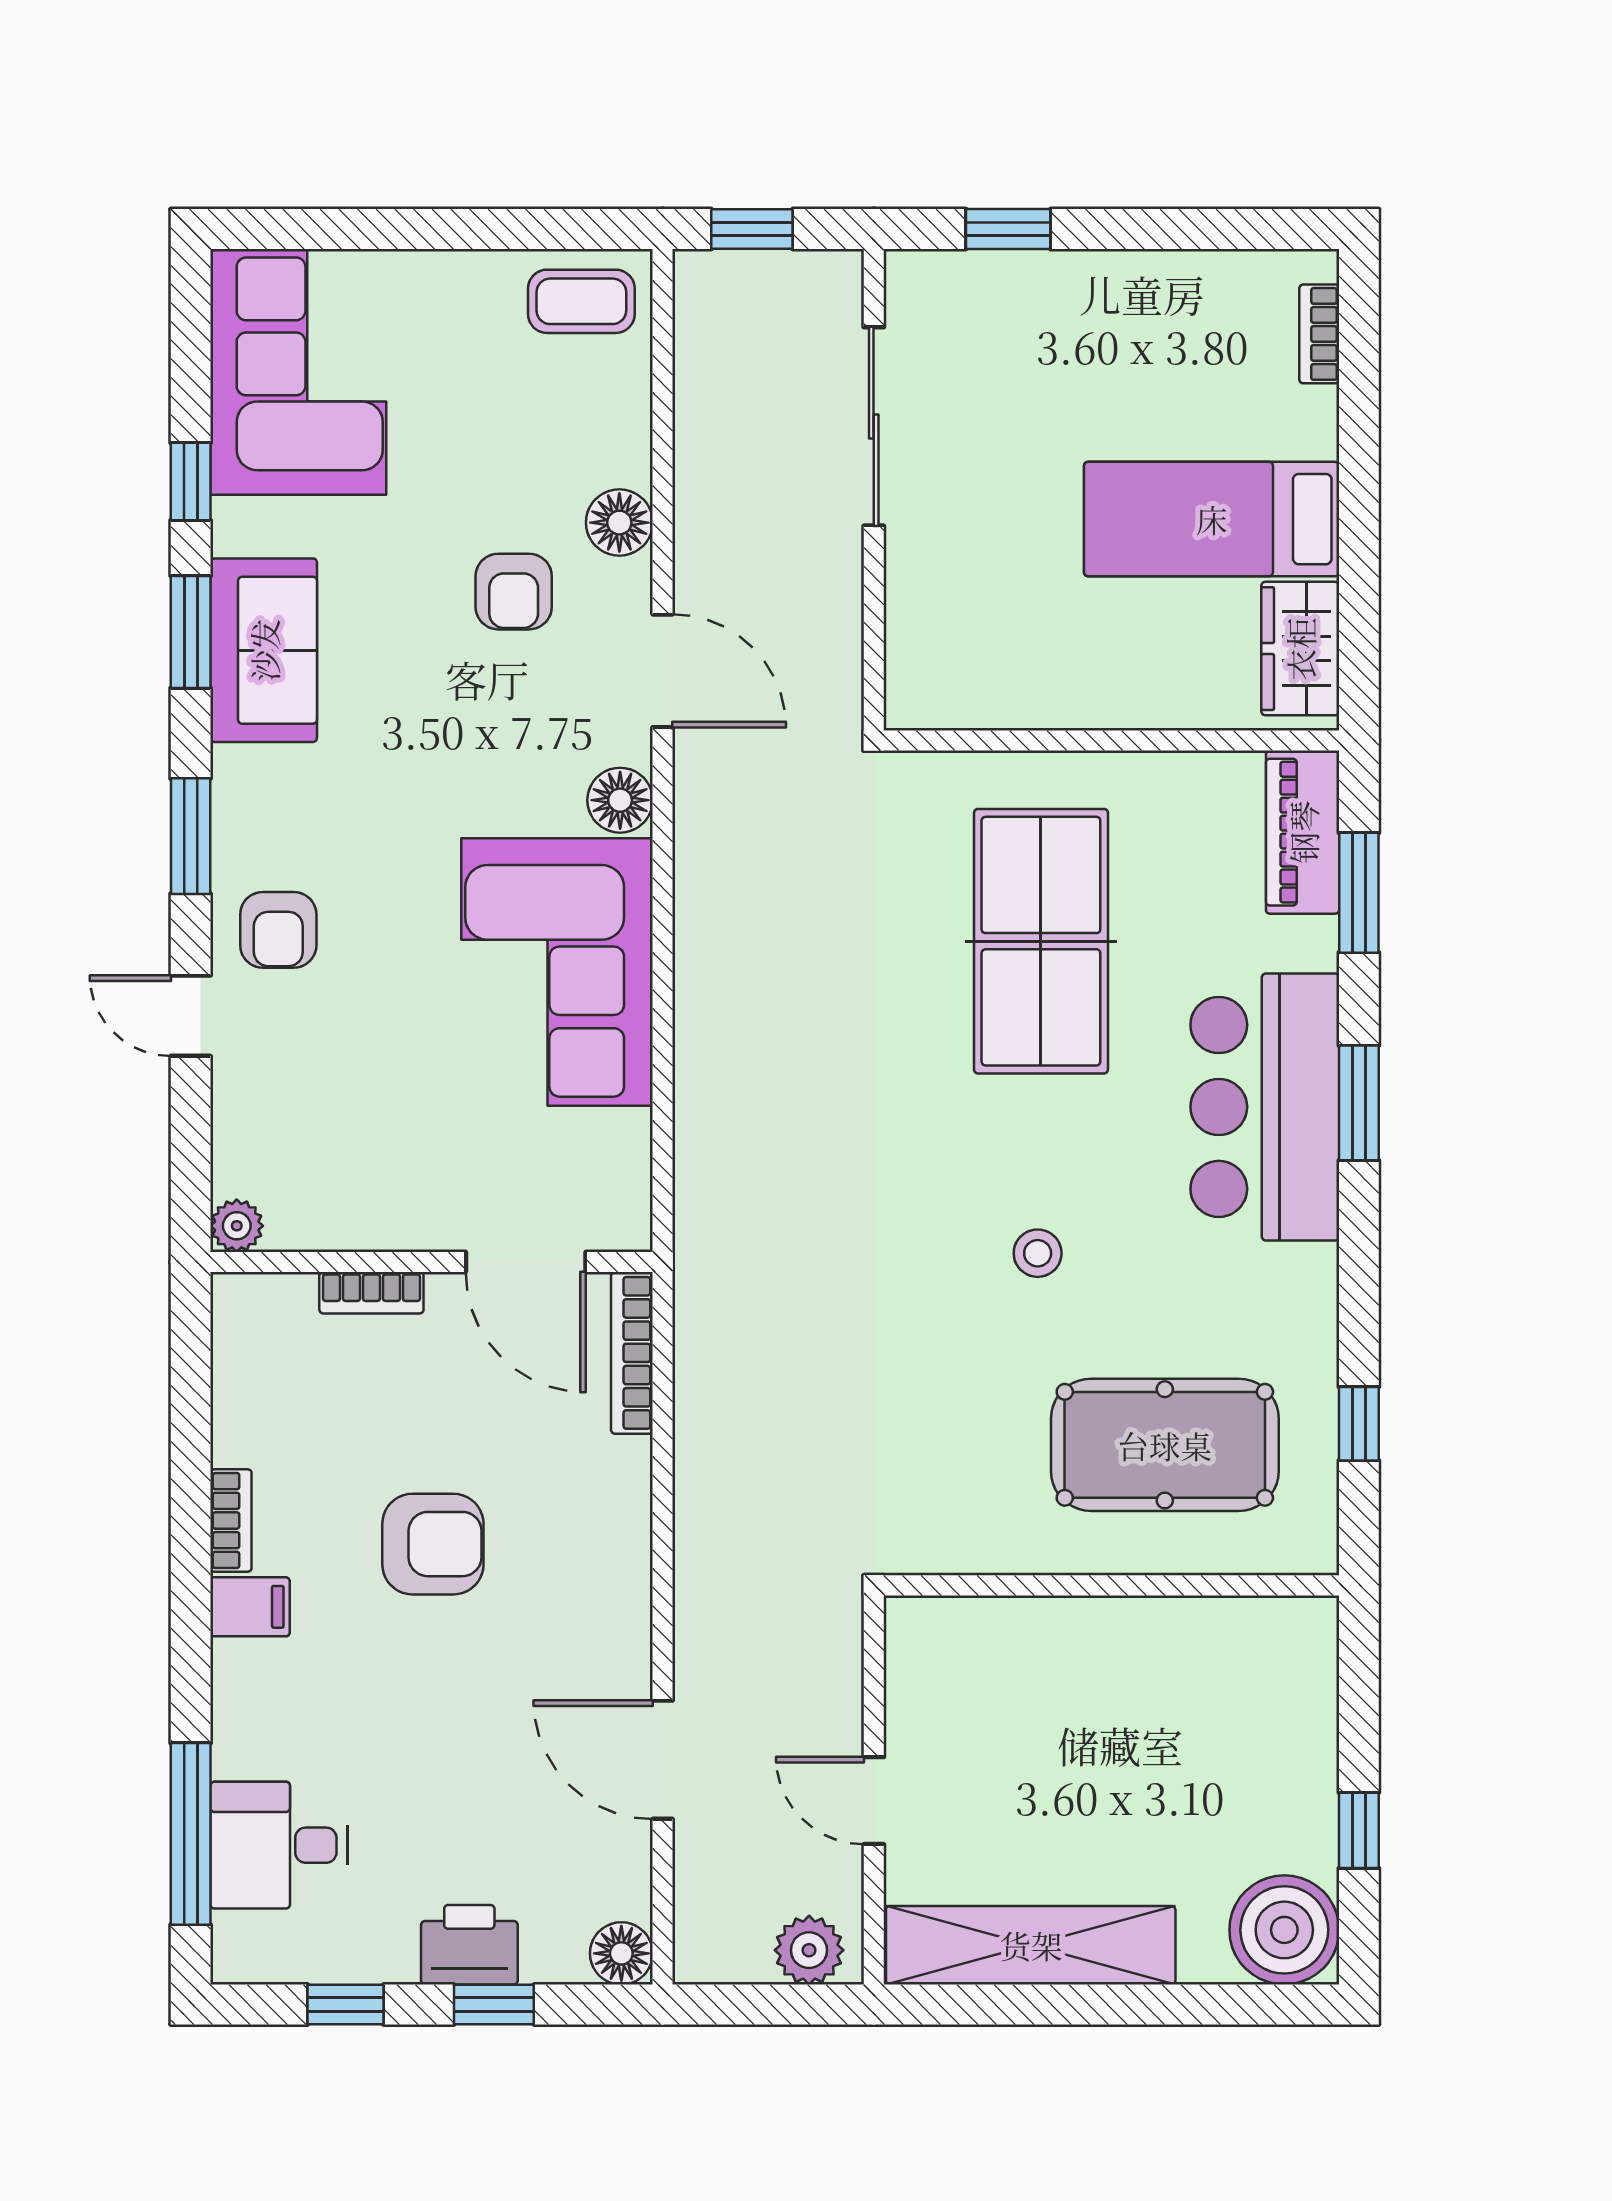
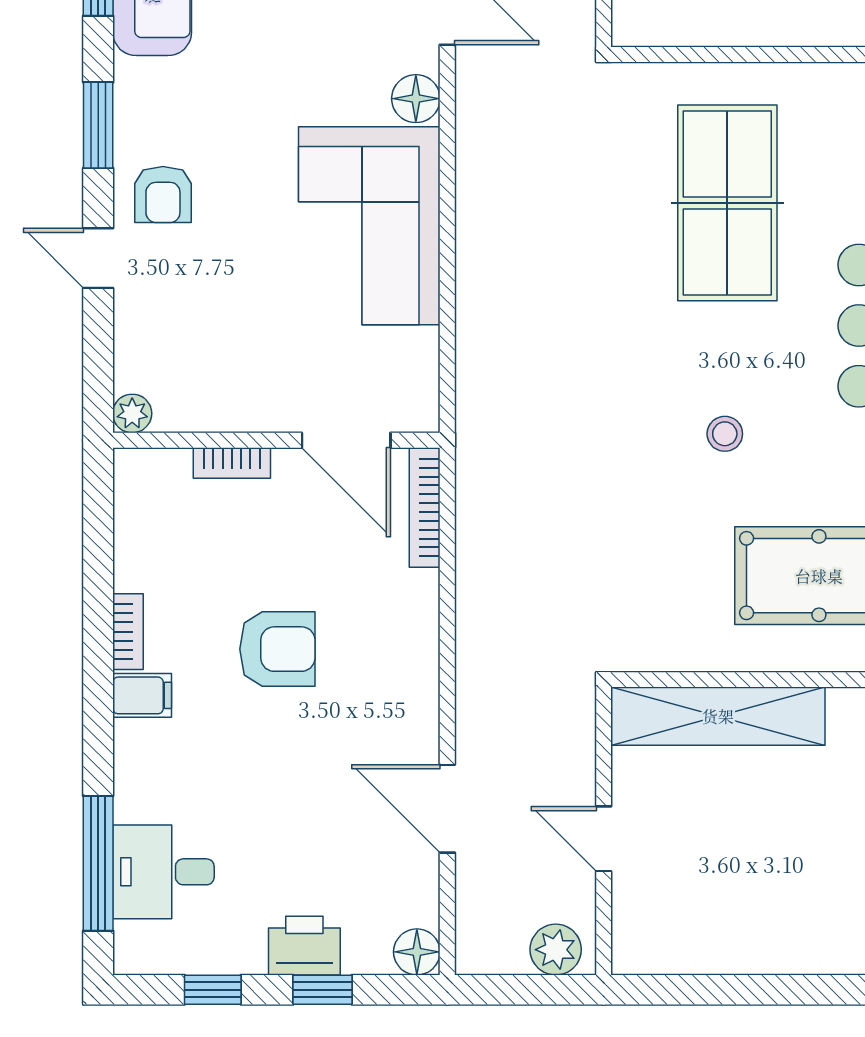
shelving: (1031, 1945) -> (718, 716), moved

